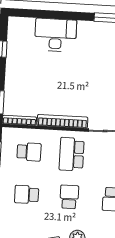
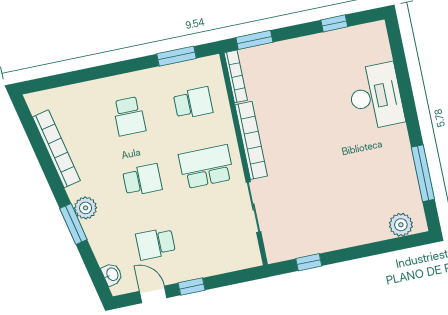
school desk: (29, 152) -> (193, 103), turned -90
school desk: (27, 194) -> (129, 116), turned 180

